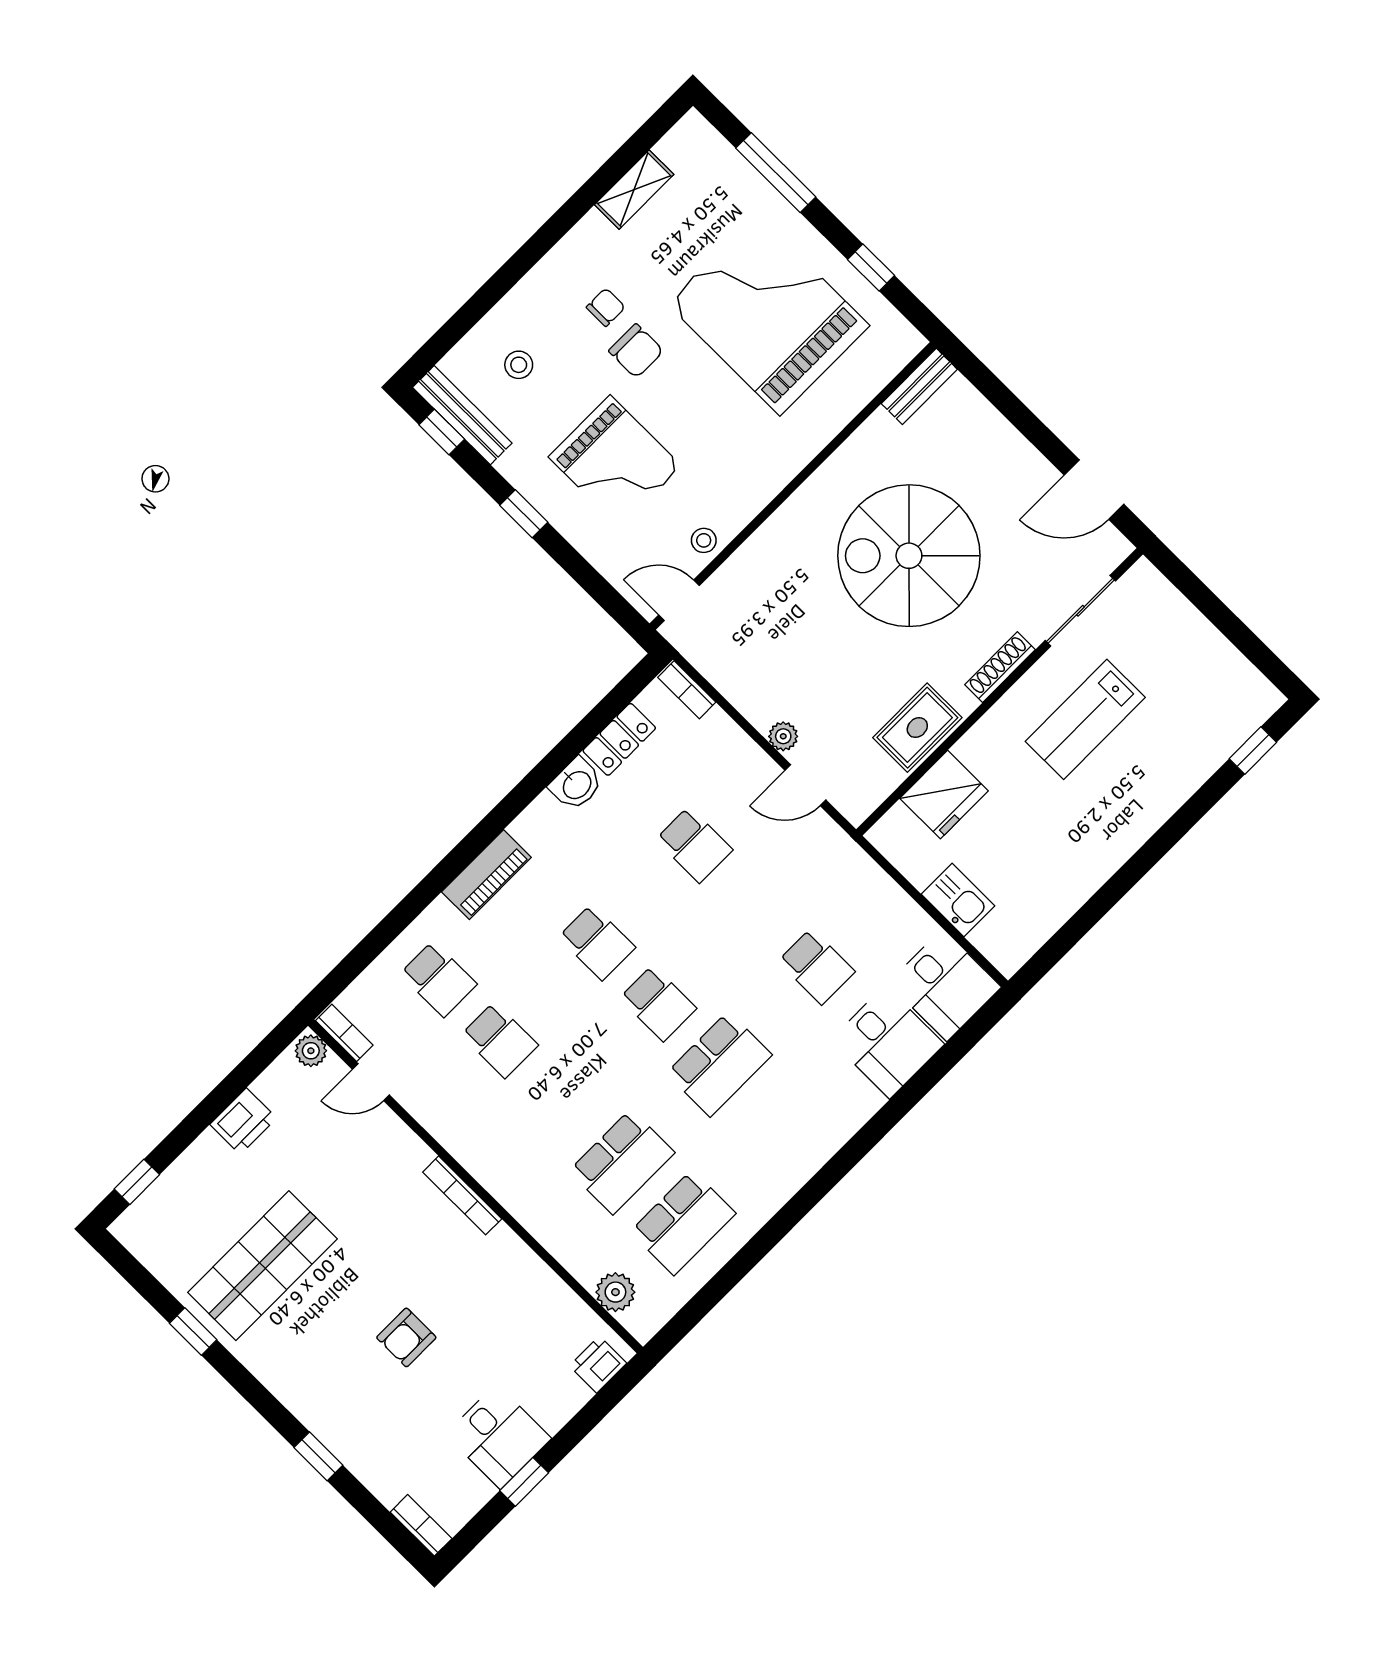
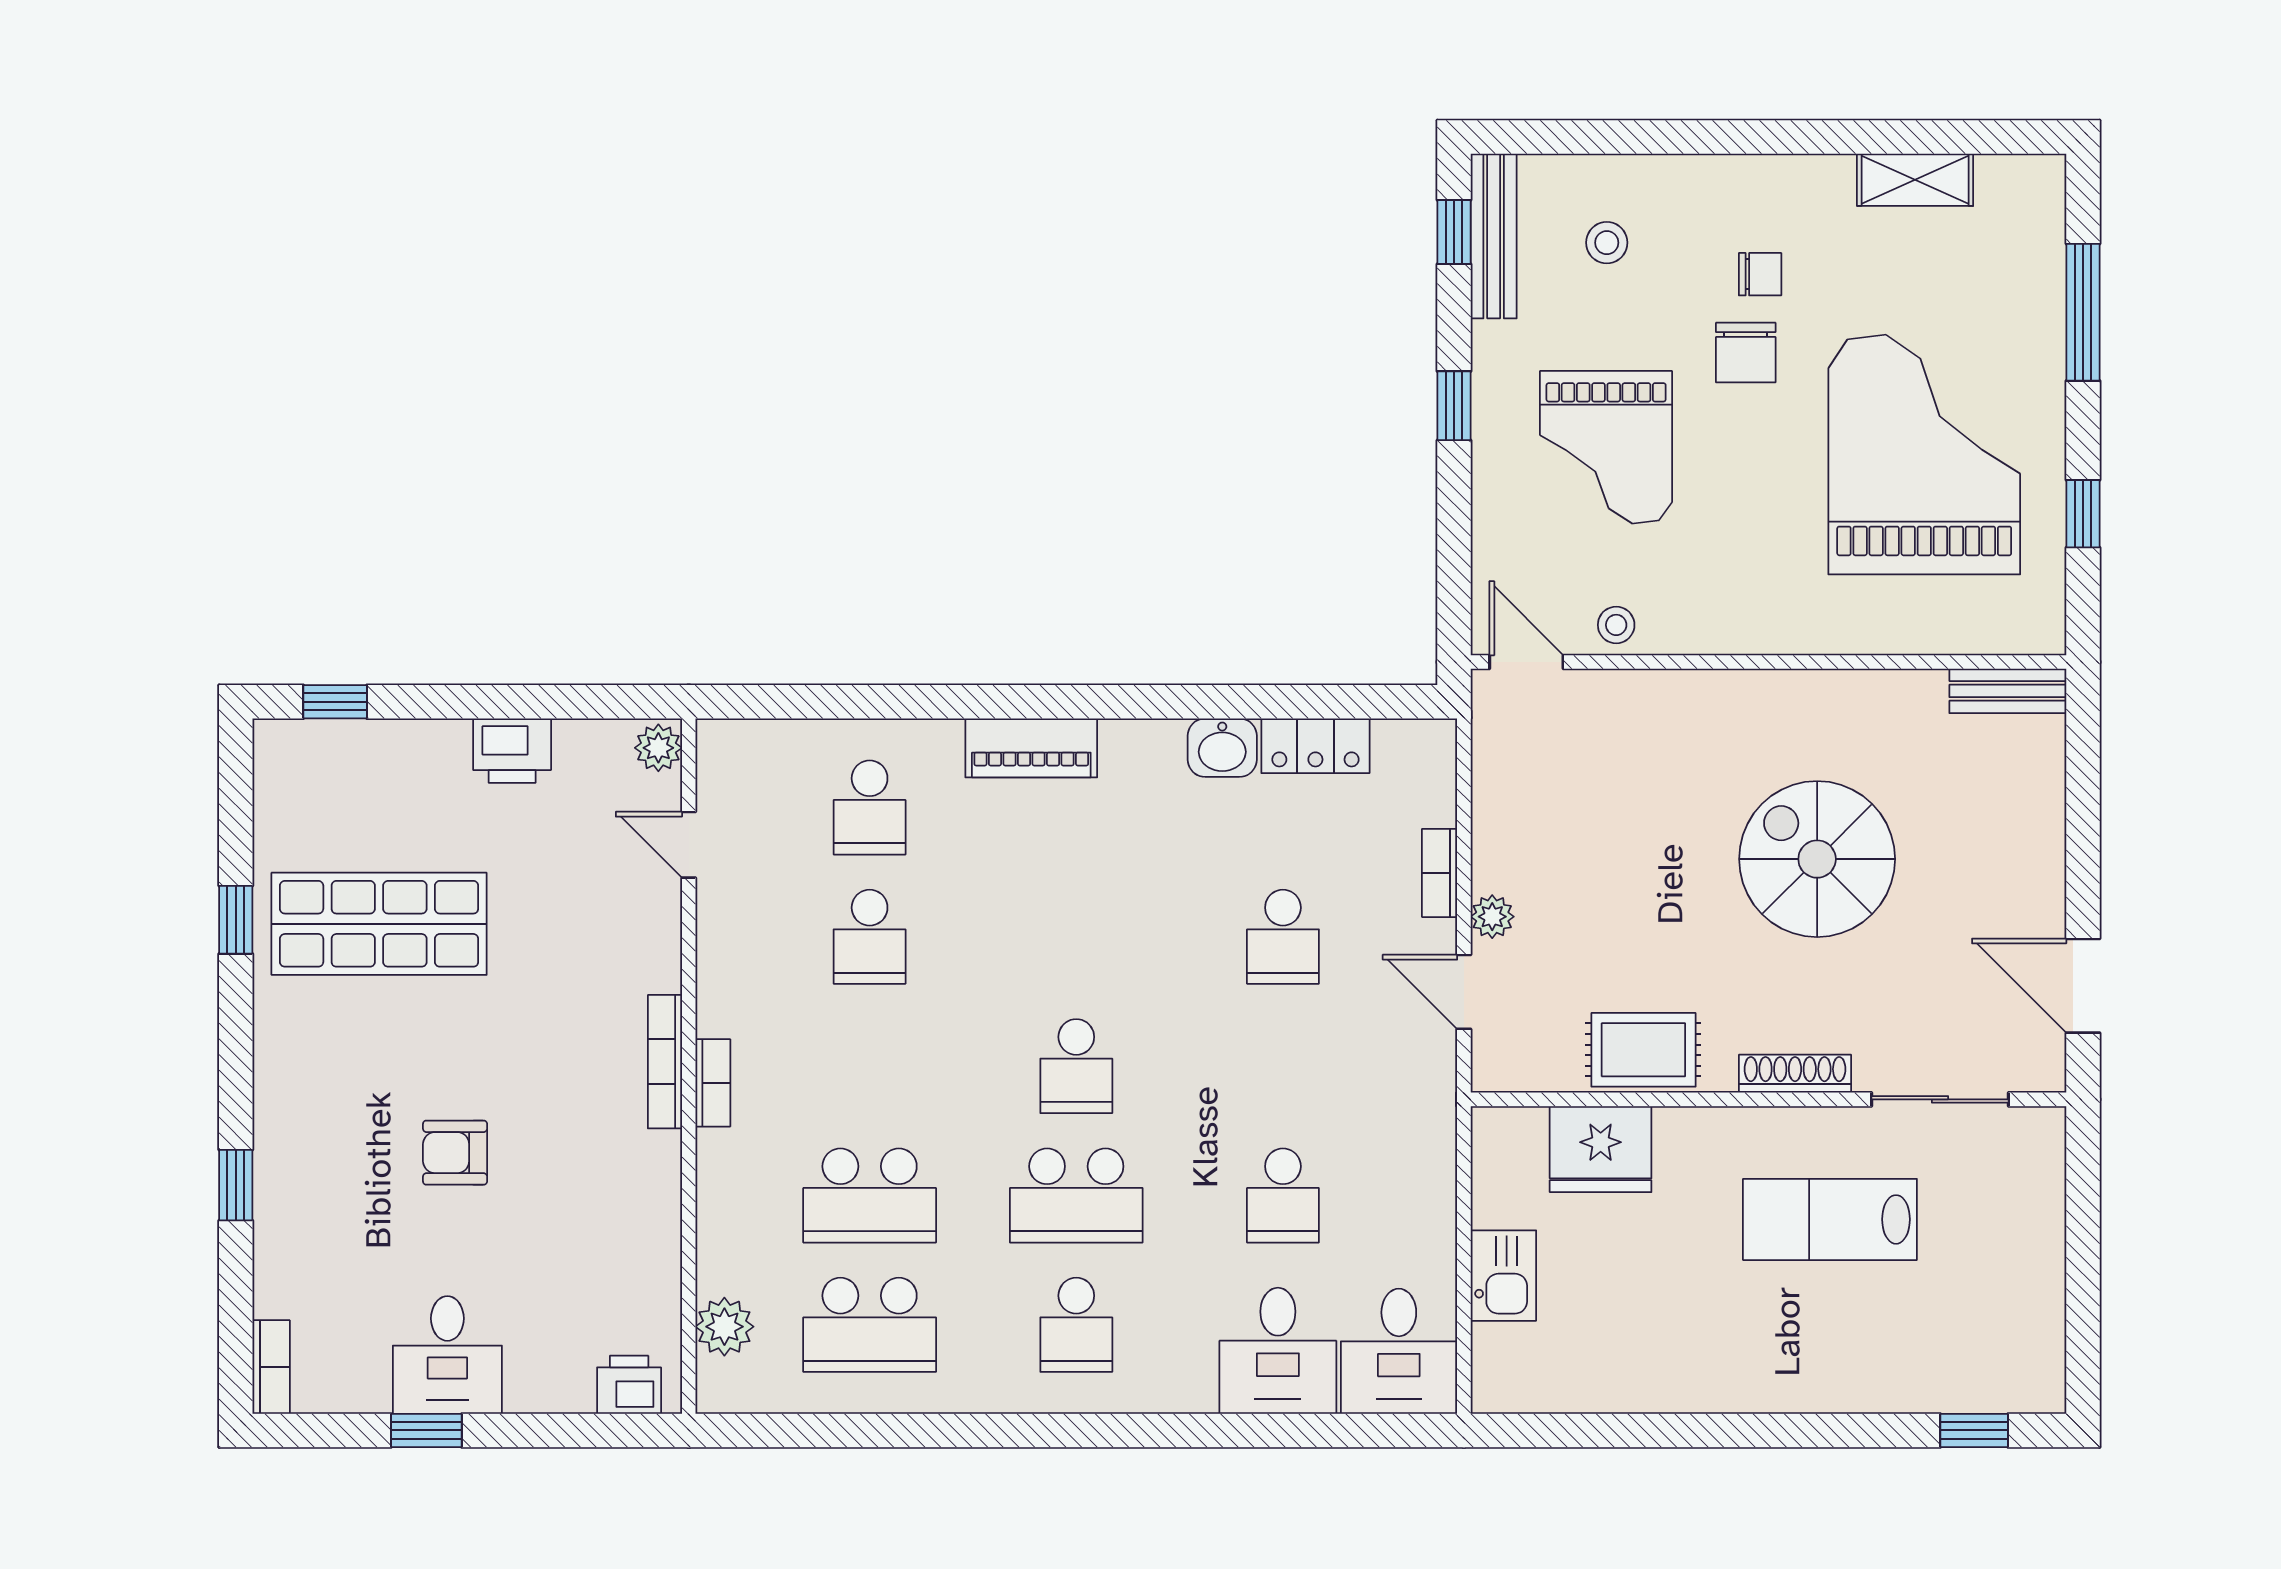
spiral stairs: (909, 556) -> (1817, 859), width x0.73, depth x0.73
bookcase: (687, 690) -> (1440, 873), moved
school desk: (597, 942) -> (1076, 1325), moved
bookcase: (344, 1033) -> (713, 1083), moved

